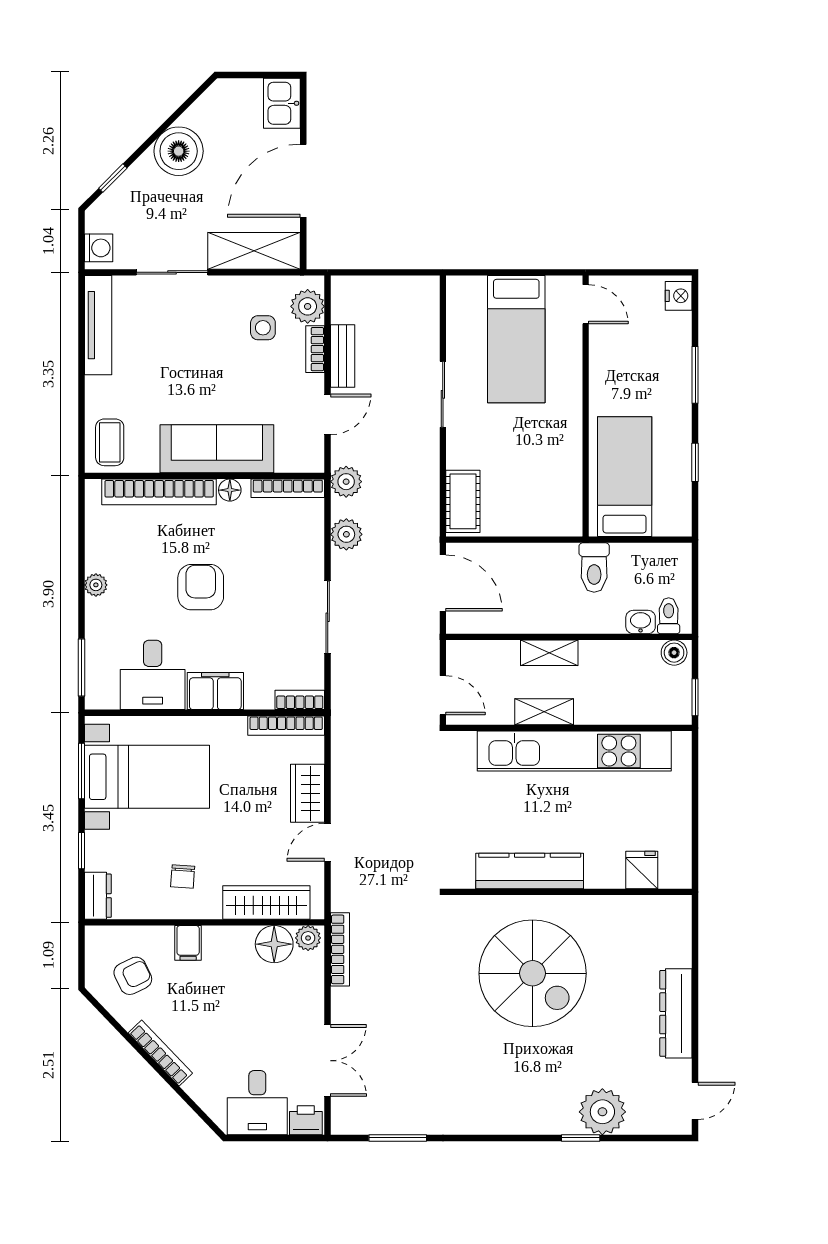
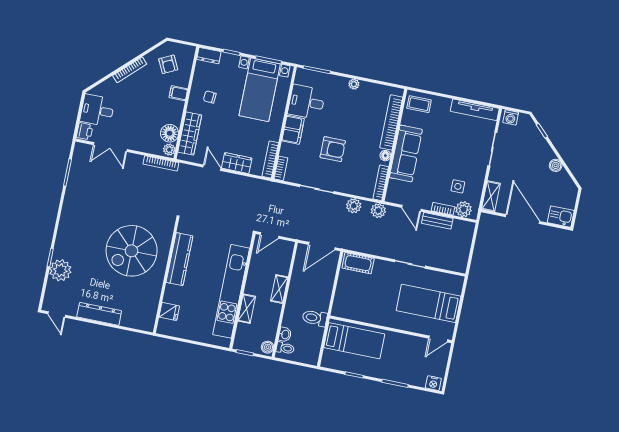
boiler: (179, 151) -> (556, 165), width x0.54, depth x0.54
shelving: (254, 251) -> (491, 196), width x0.67, depth x0.75
armchair: (201, 587) -> (333, 149), moved
shelving: (544, 712) -> (247, 309), moved

